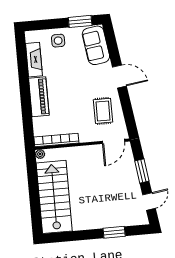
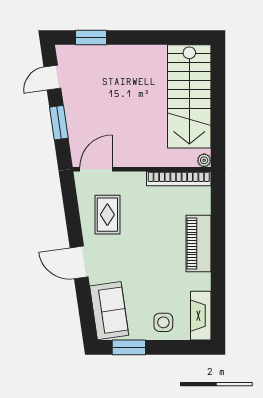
fireplace: (34, 60) -> (201, 316), moved
window: (114, 232) -> (91, 37), moved

